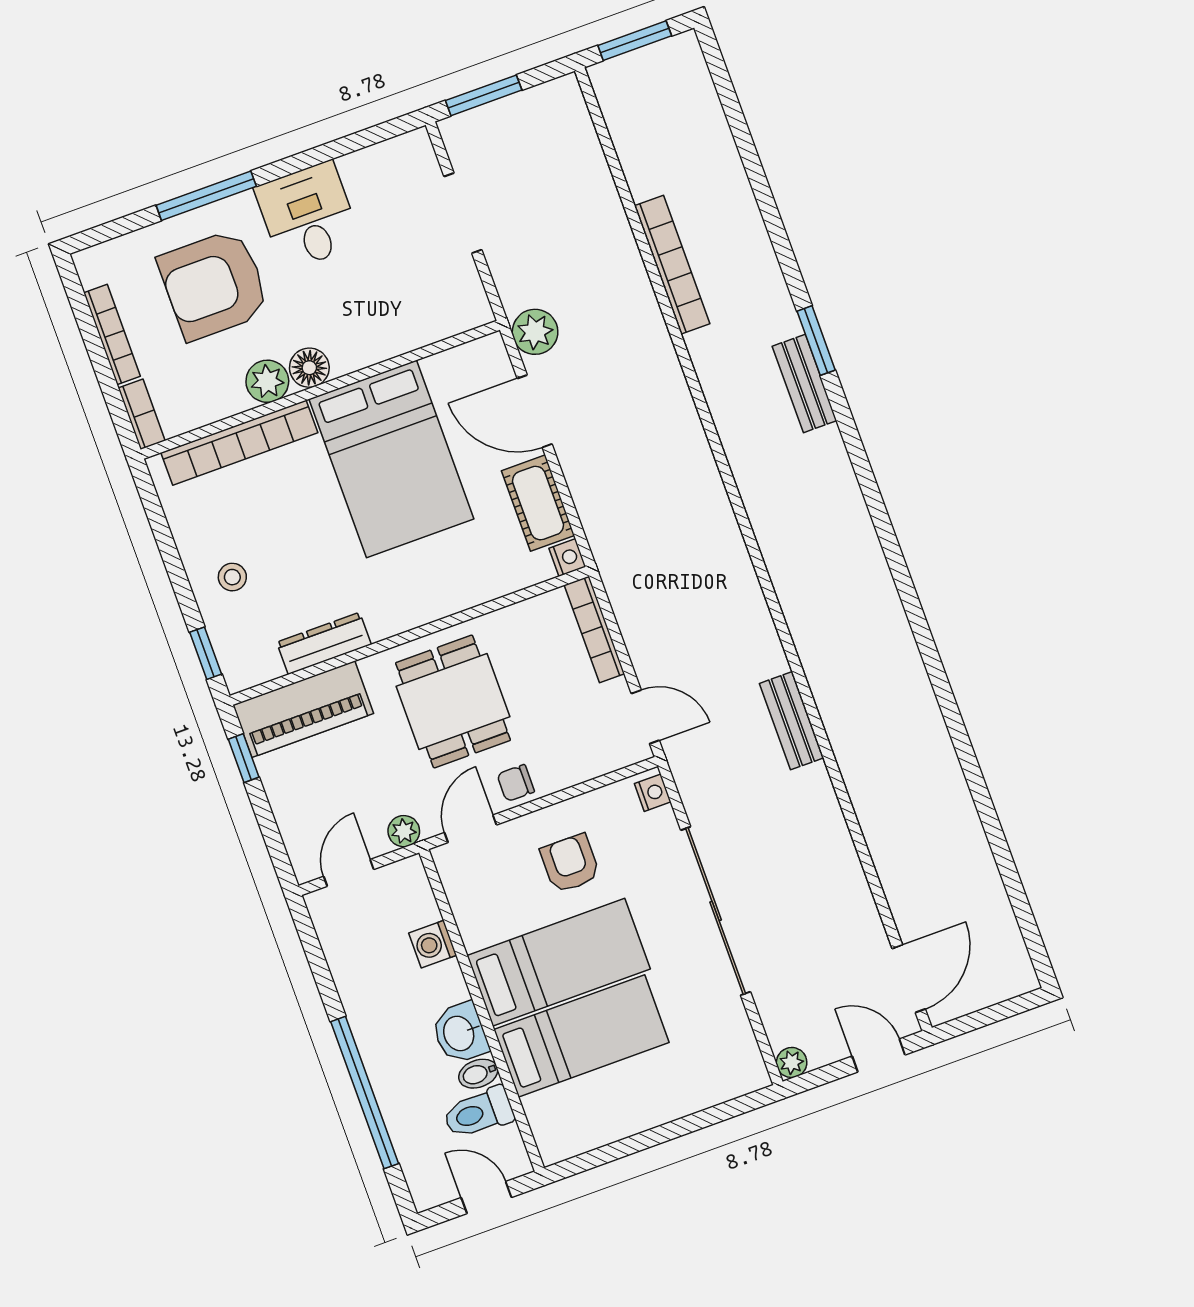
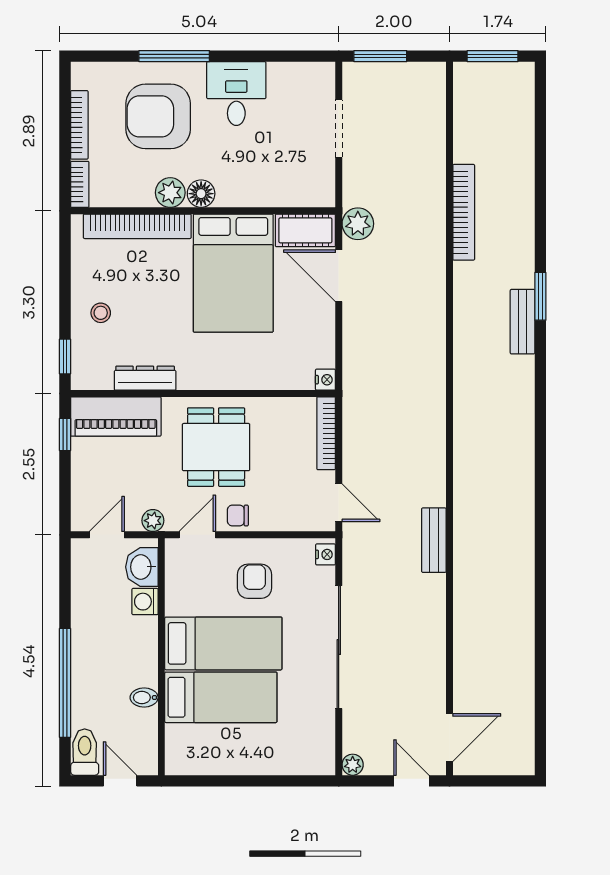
cot: (538, 503) -> (305, 230), moved, turned 90
washbasin: (460, 1033) -> (142, 567), moved
toilet: (478, 1113) -> (85, 752), moved, turned 90

